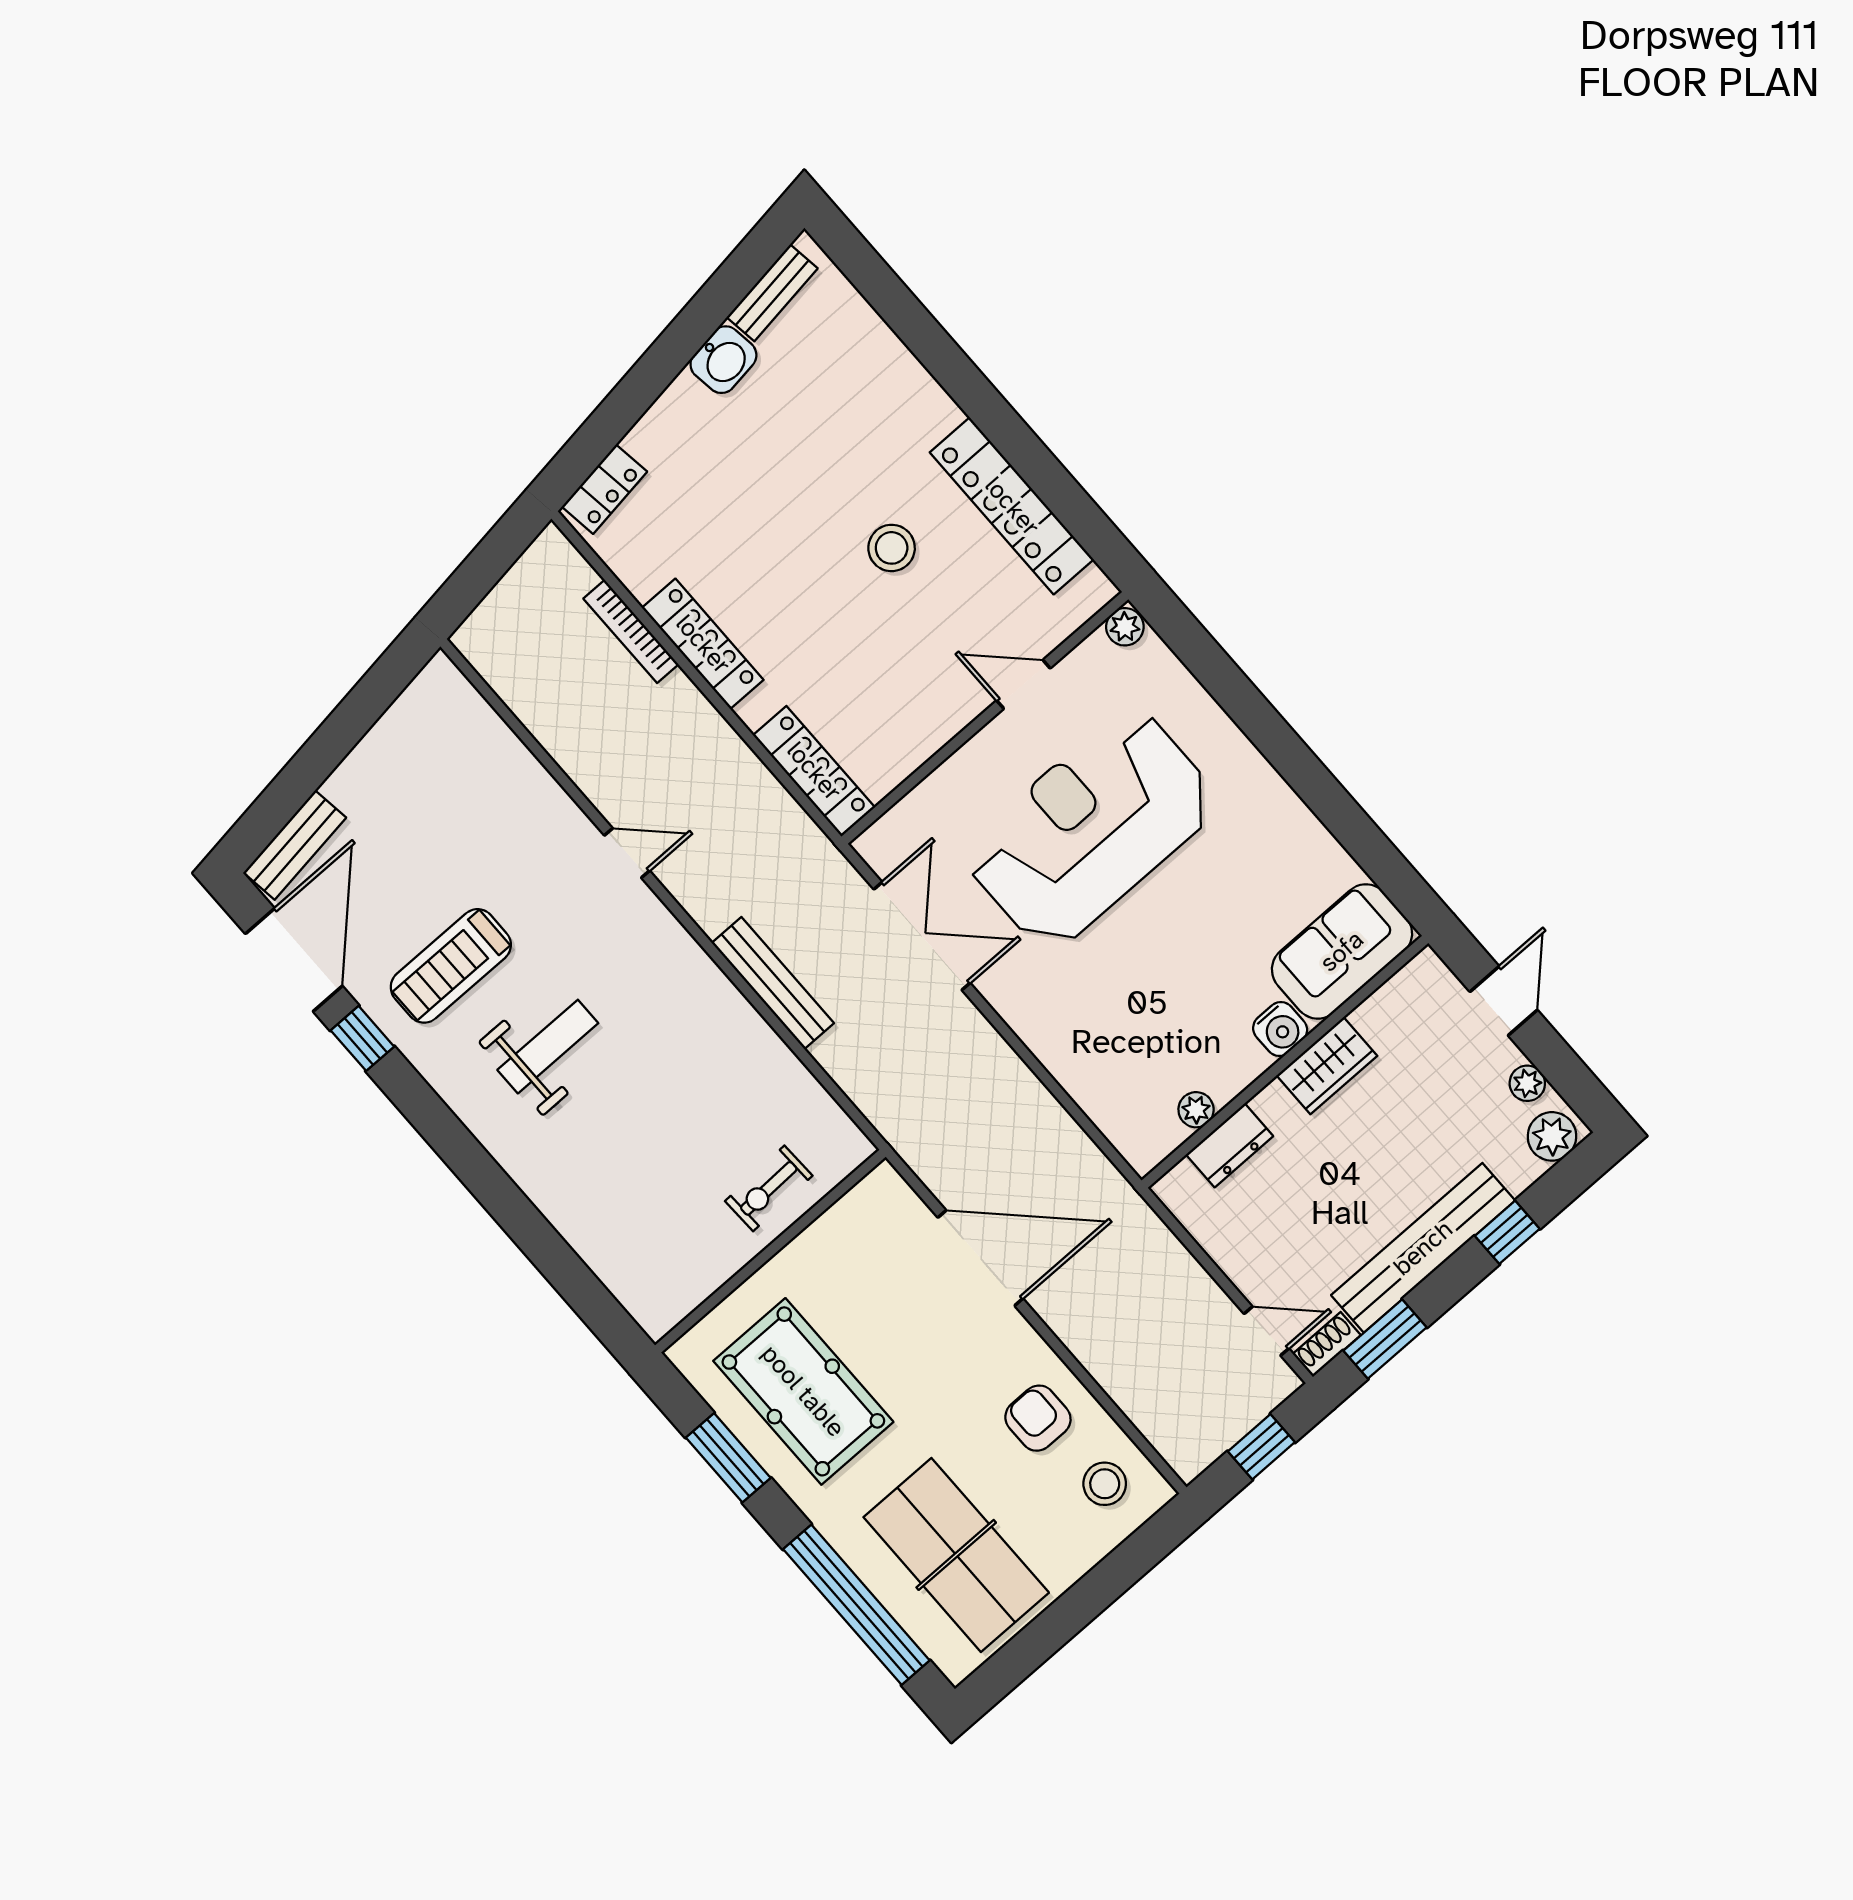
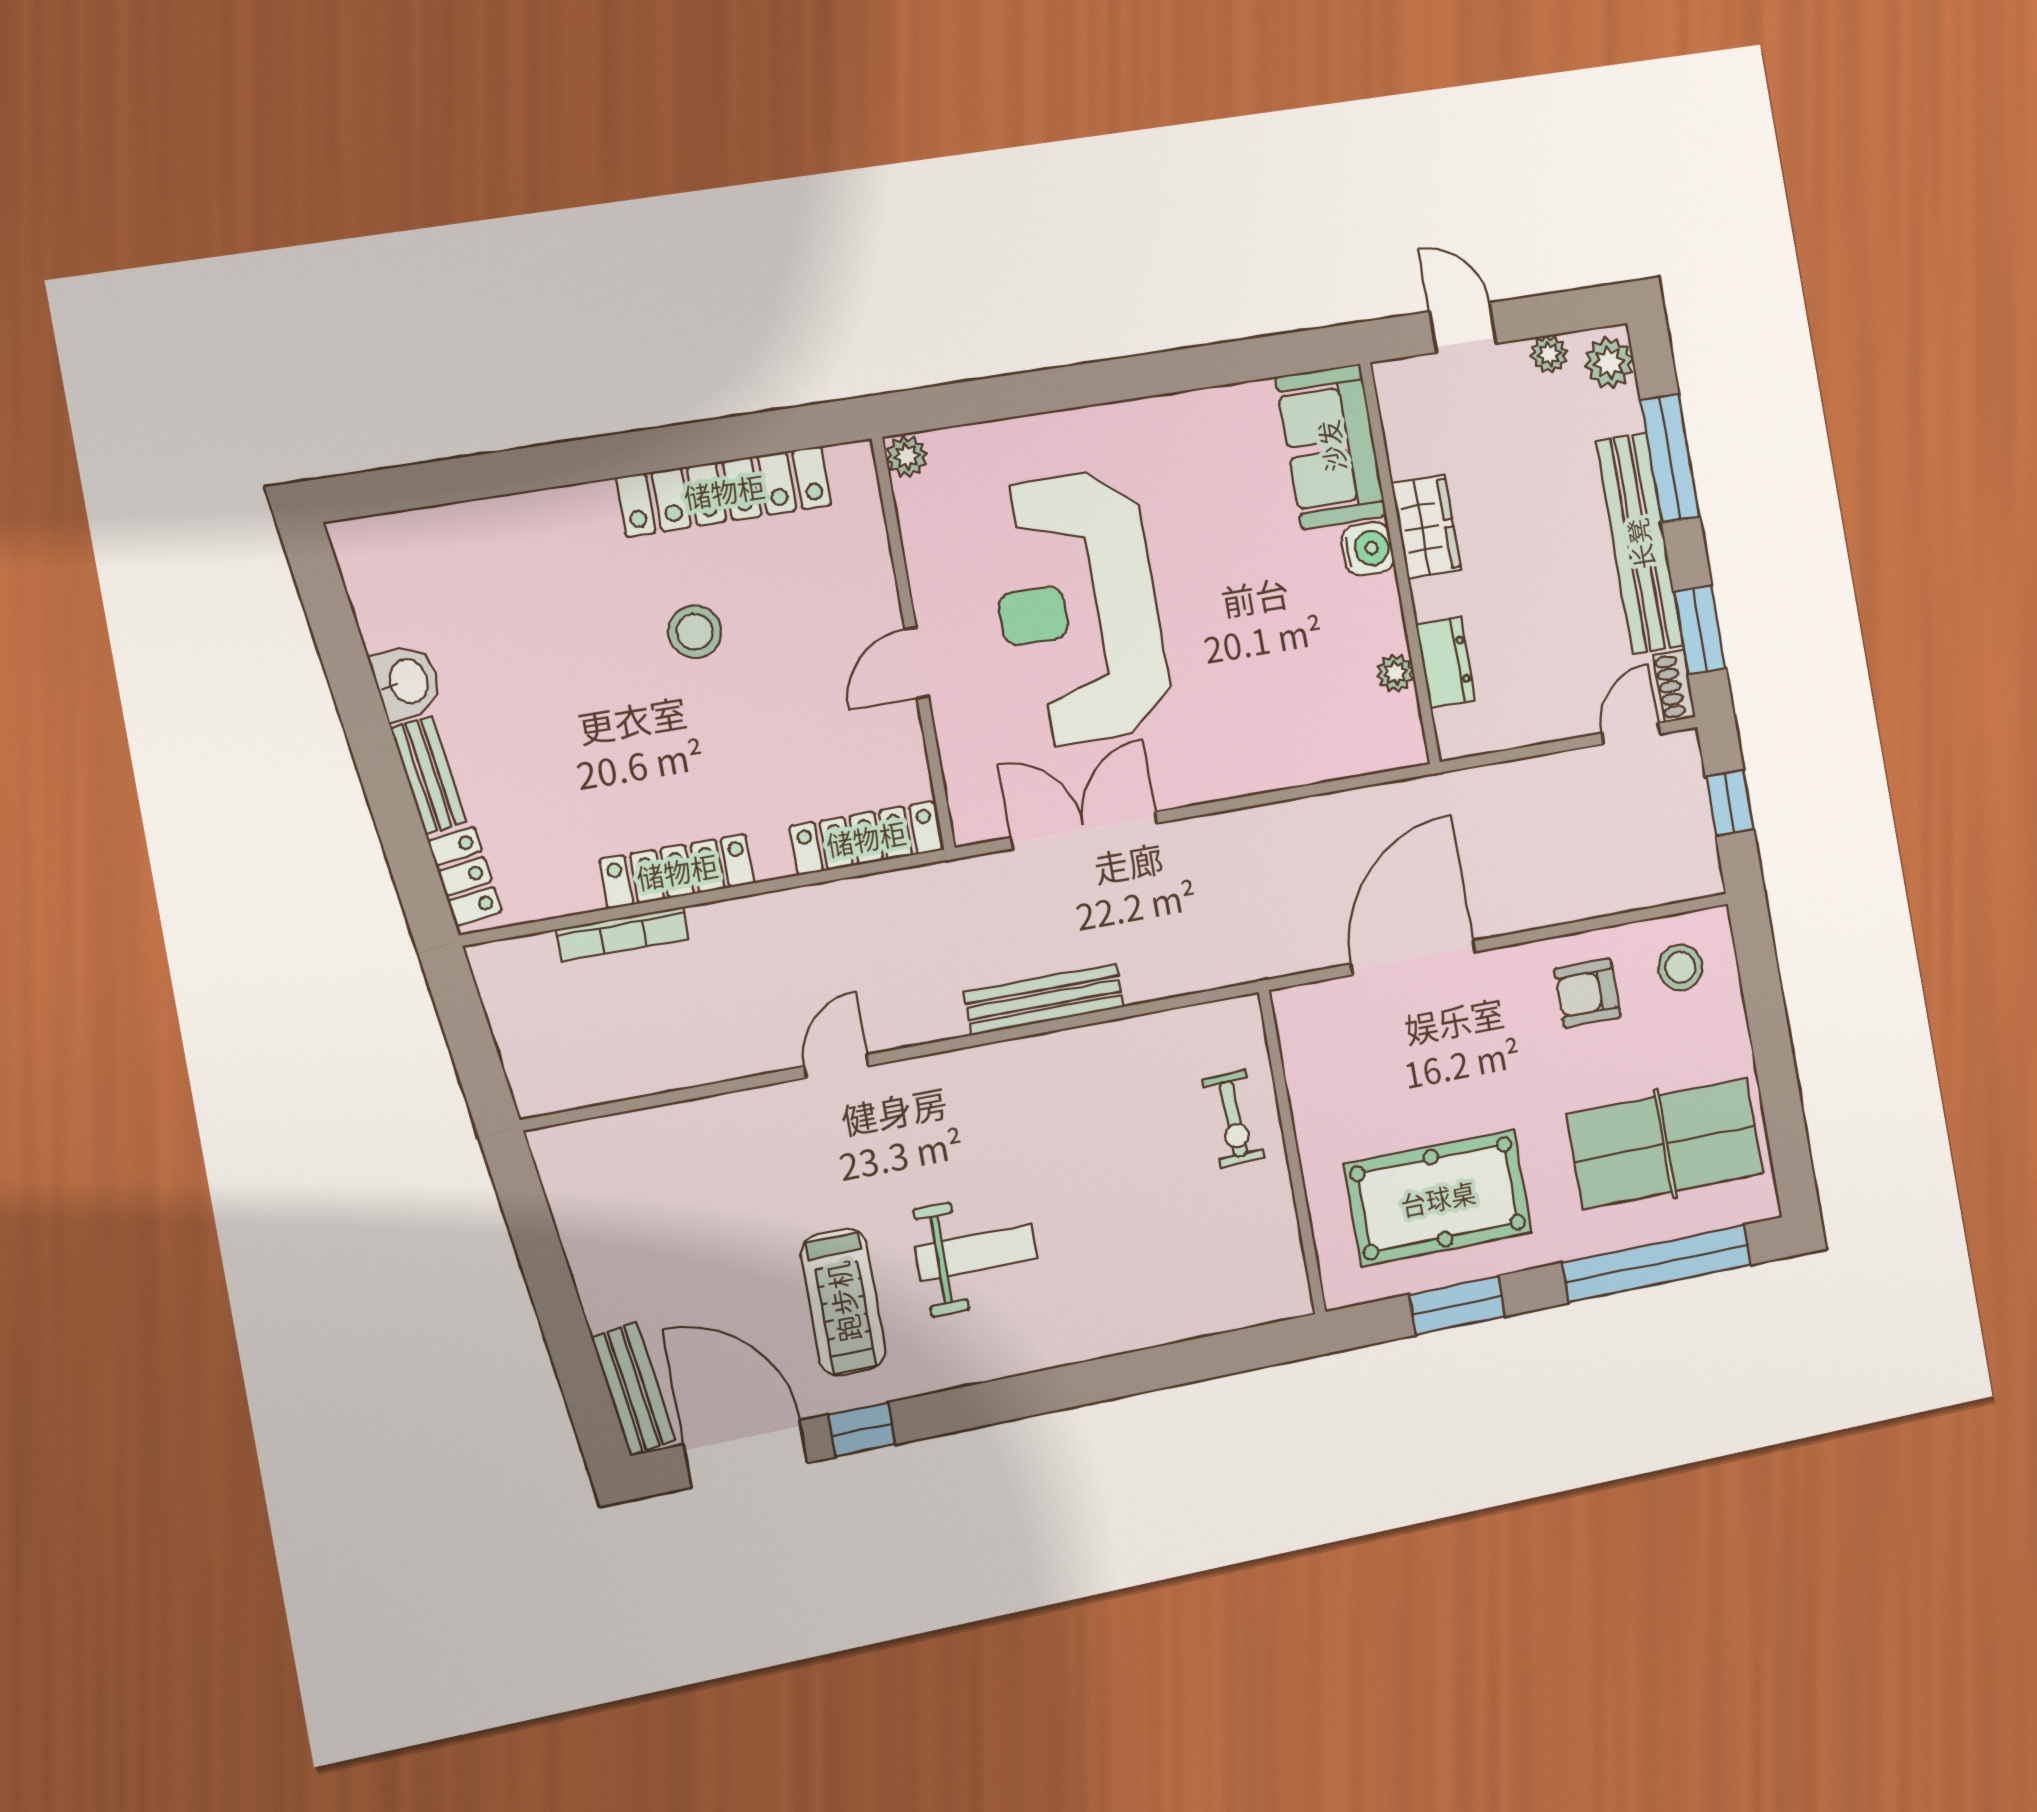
bench: (772, 293) -> (429, 775), moved
door: (1023, 684) -> (917, 663), moved
weight bench: (548, 1047) -> (976, 1253), turned 90
window: (1507, 1232) -> (1670, 458), width x2.17

